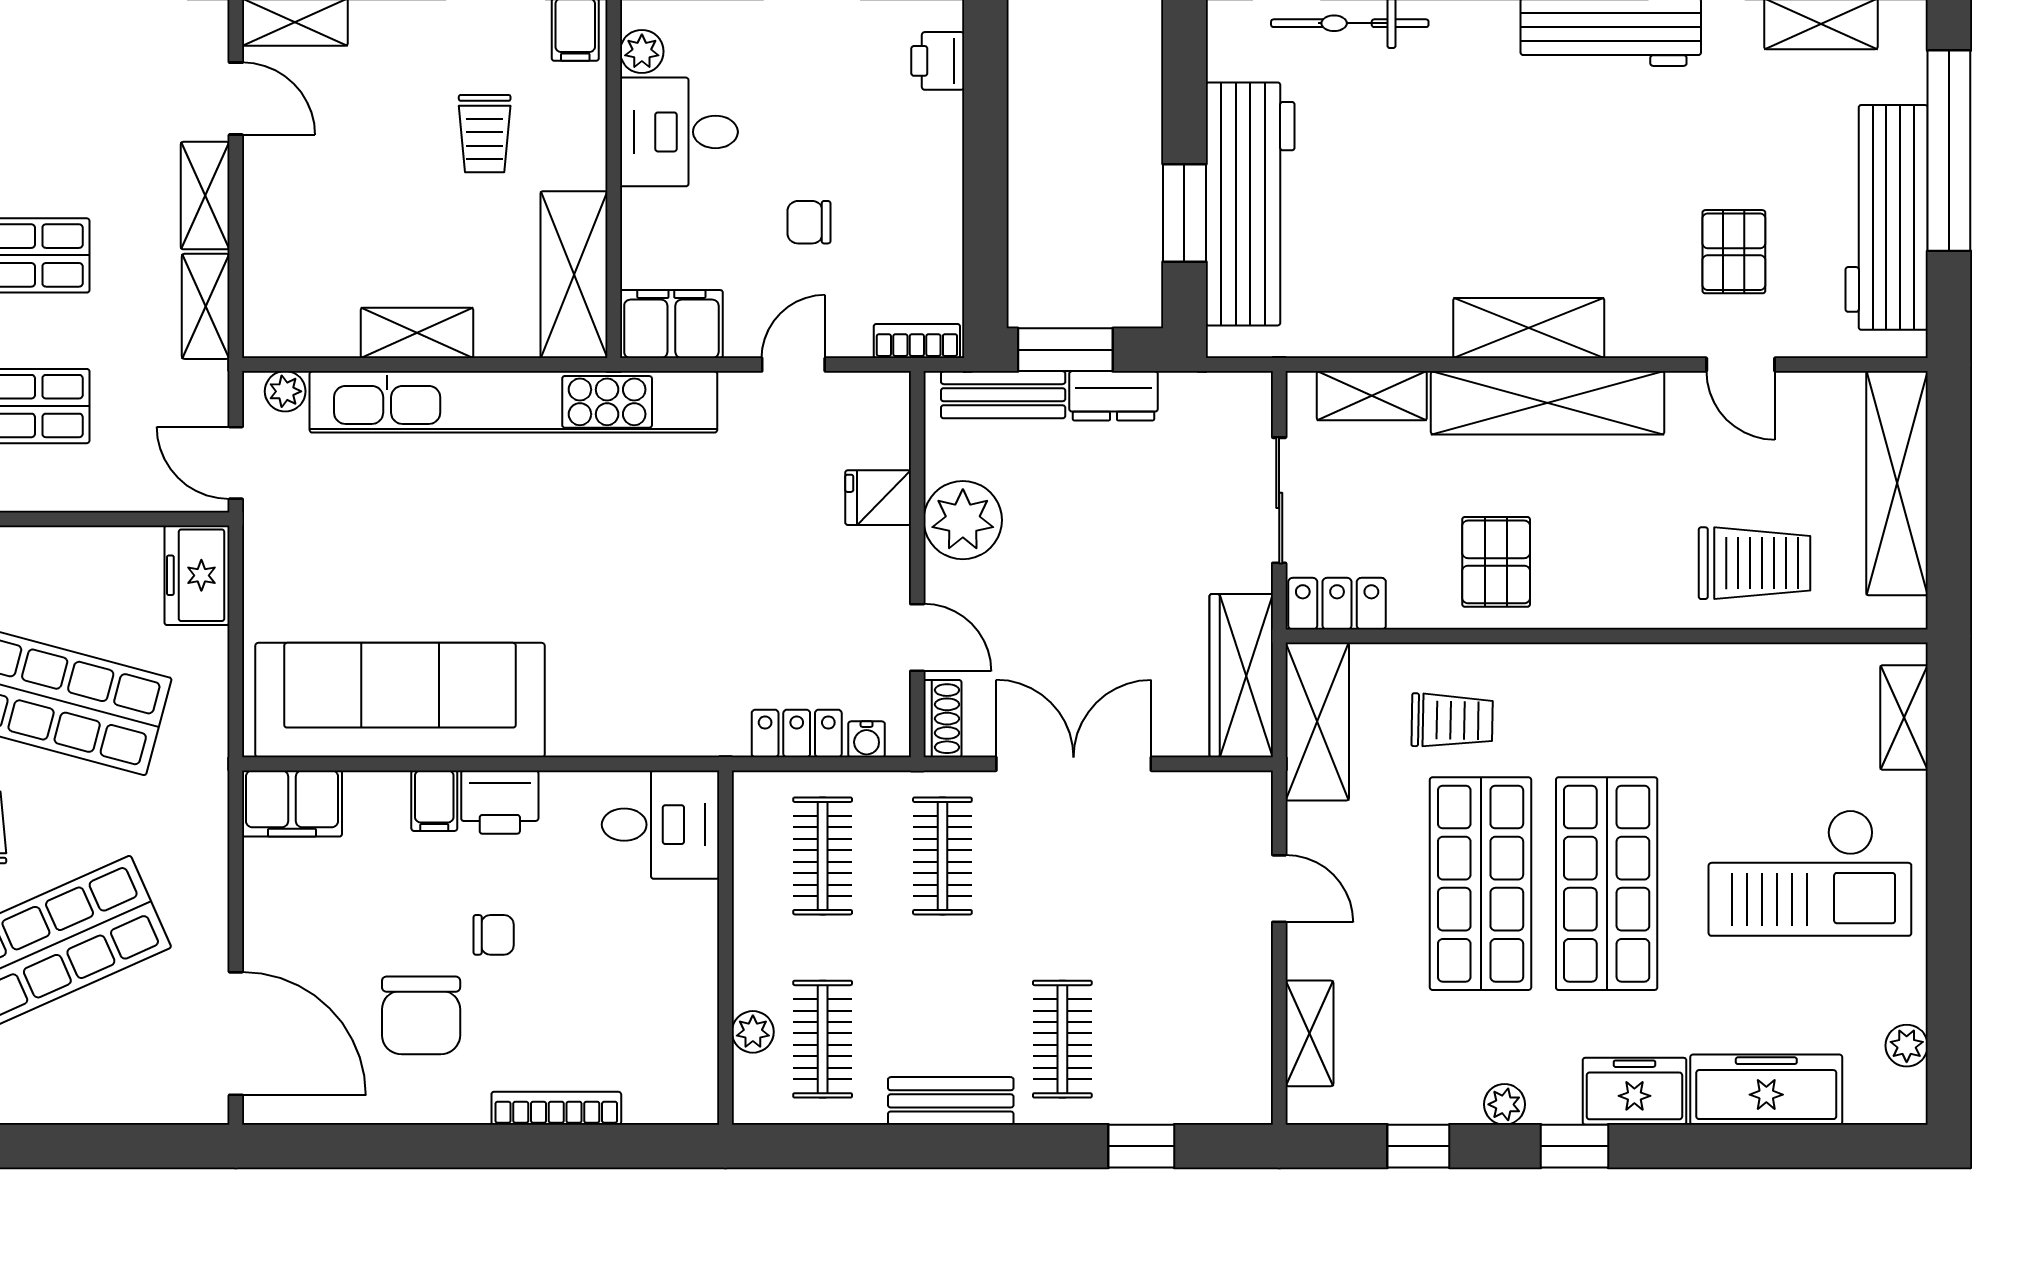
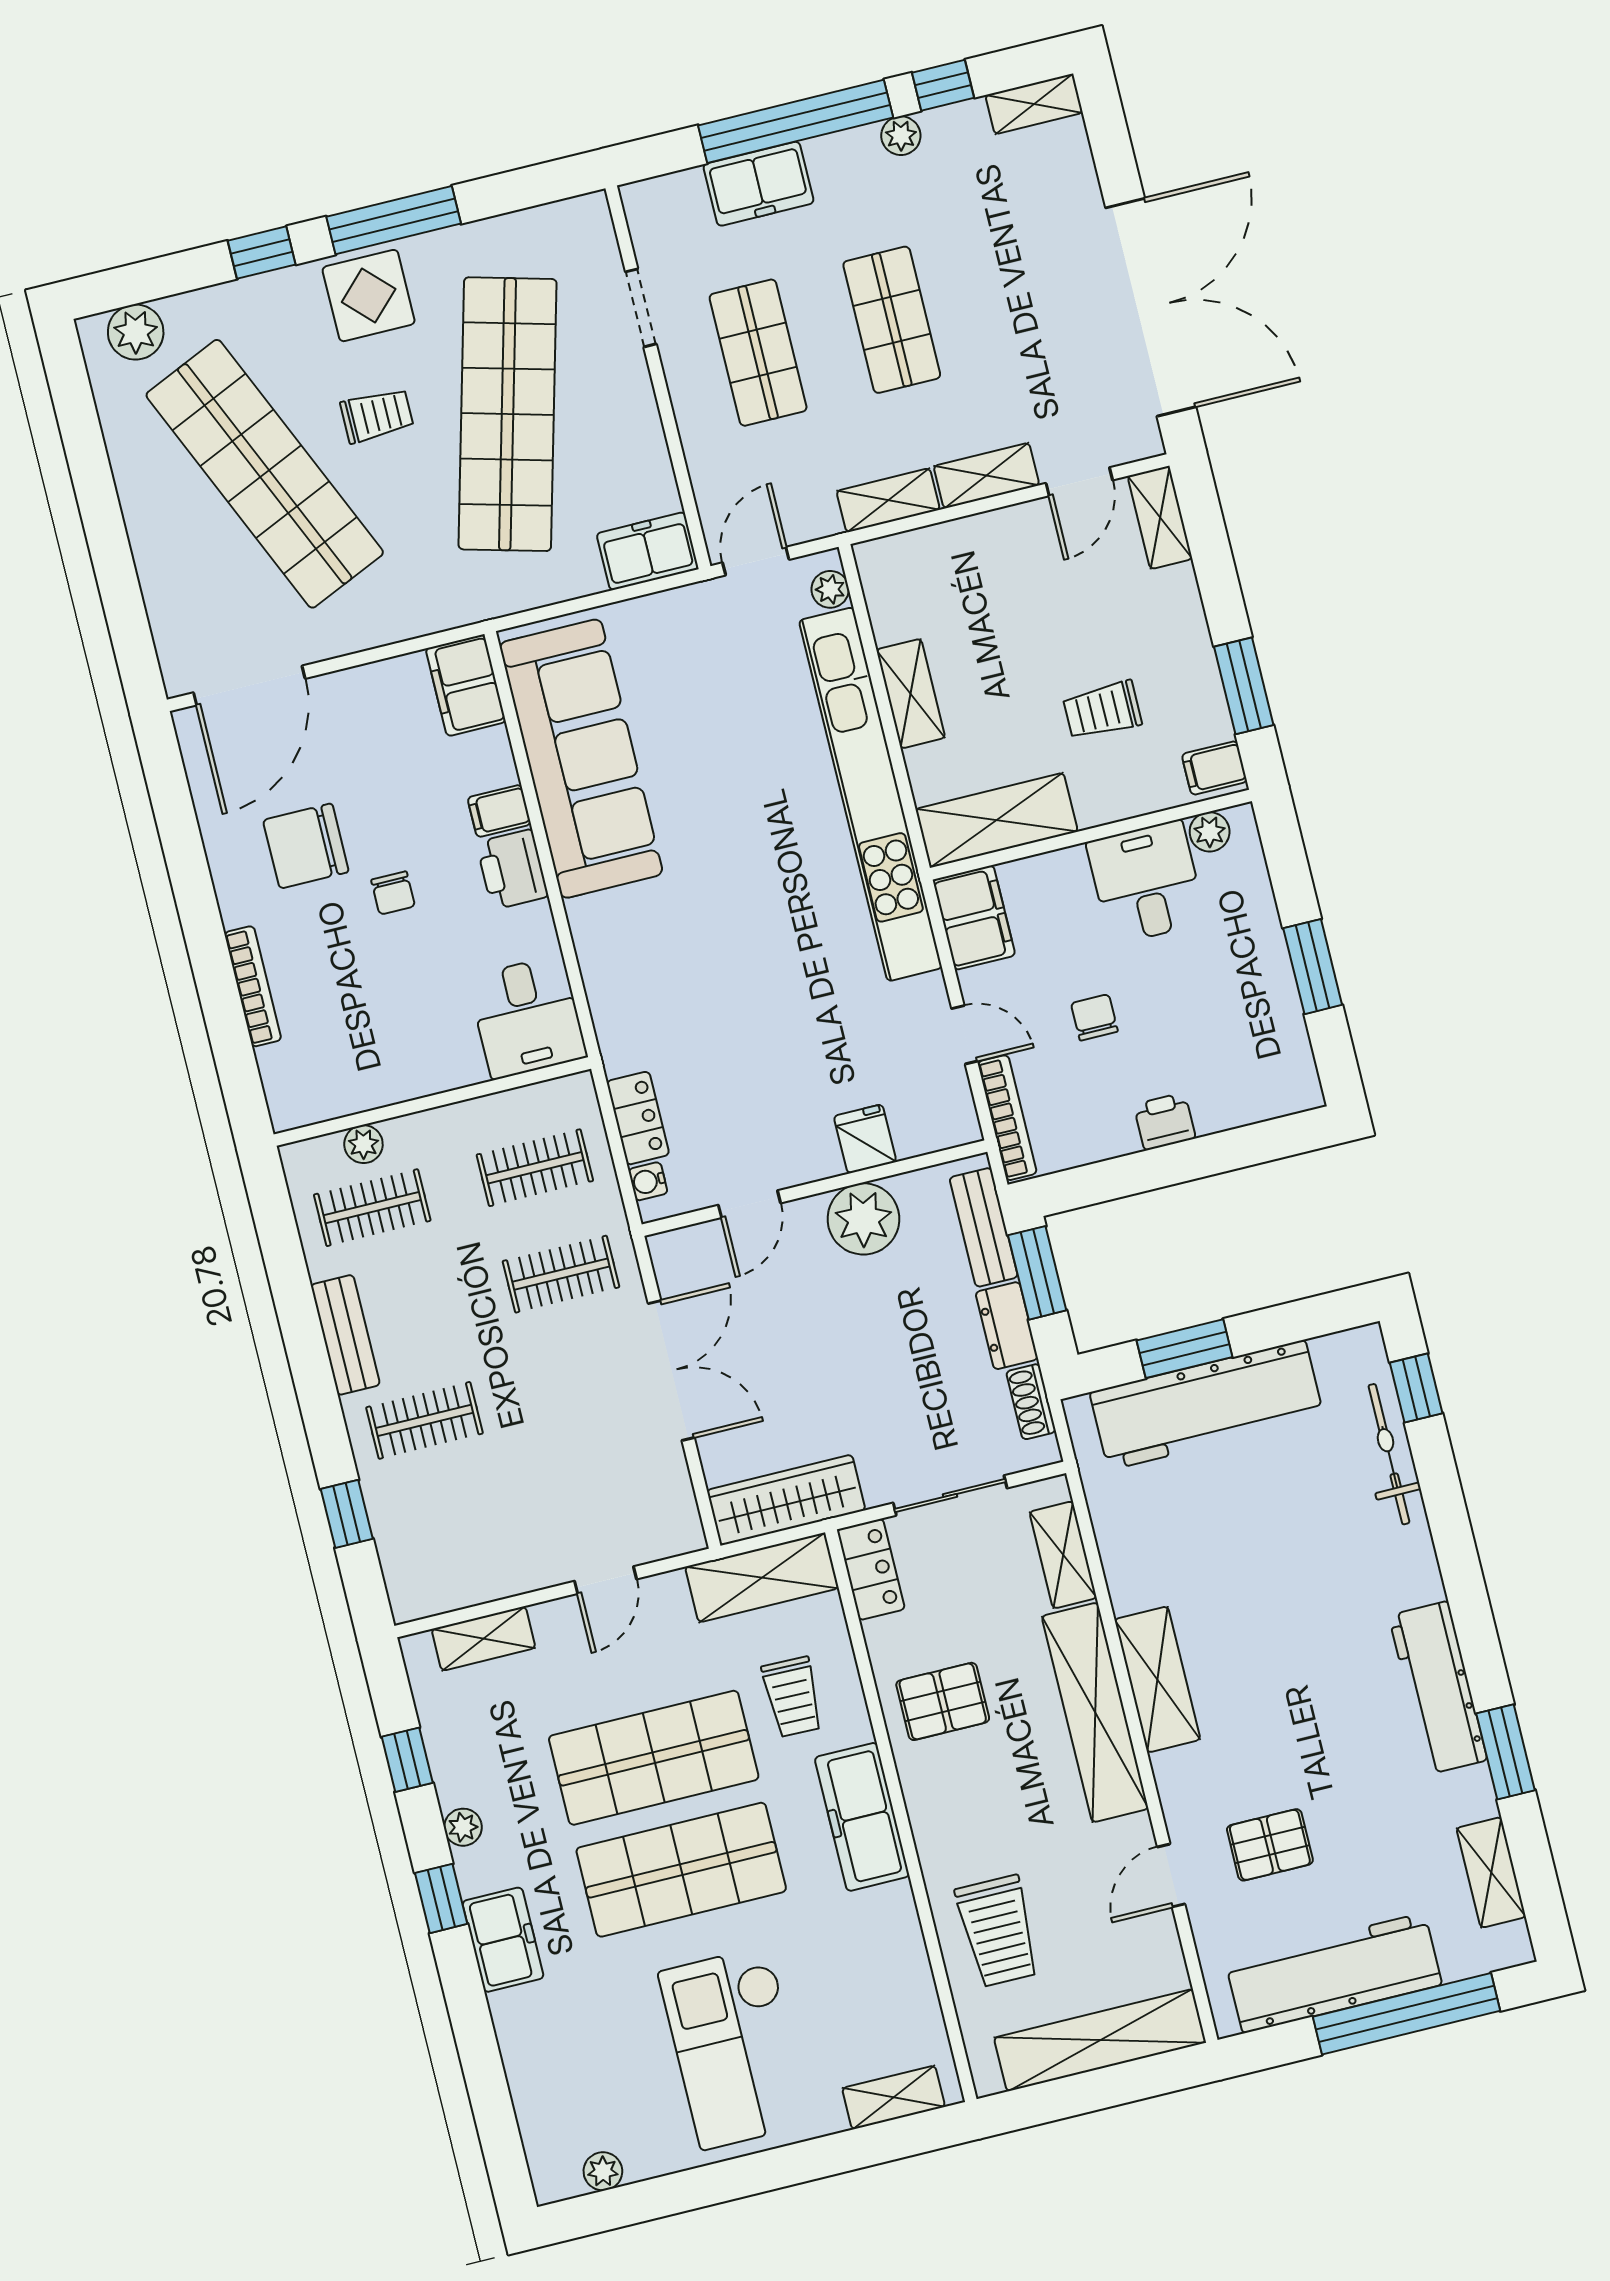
printer: (938, 61) -> (1165, 1121), moved
bookcase: (917, 341) -> (1007, 1118), width x1.56
shoe rack: (942, 719) -> (1031, 1402), moved, turned 90
freezer: (1766, 1090) -> (862, 1817), moved, turned 180

